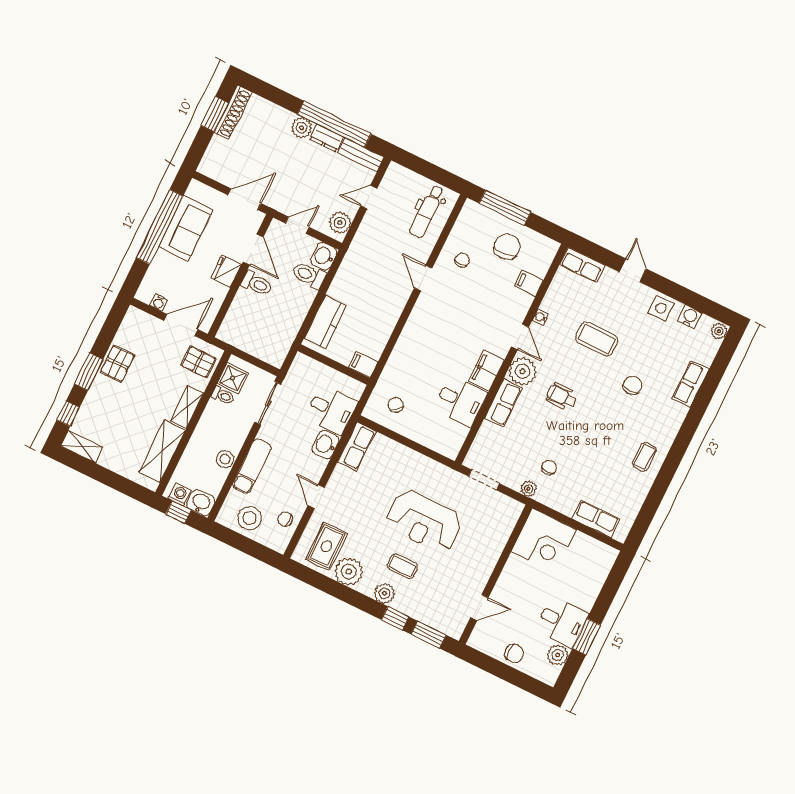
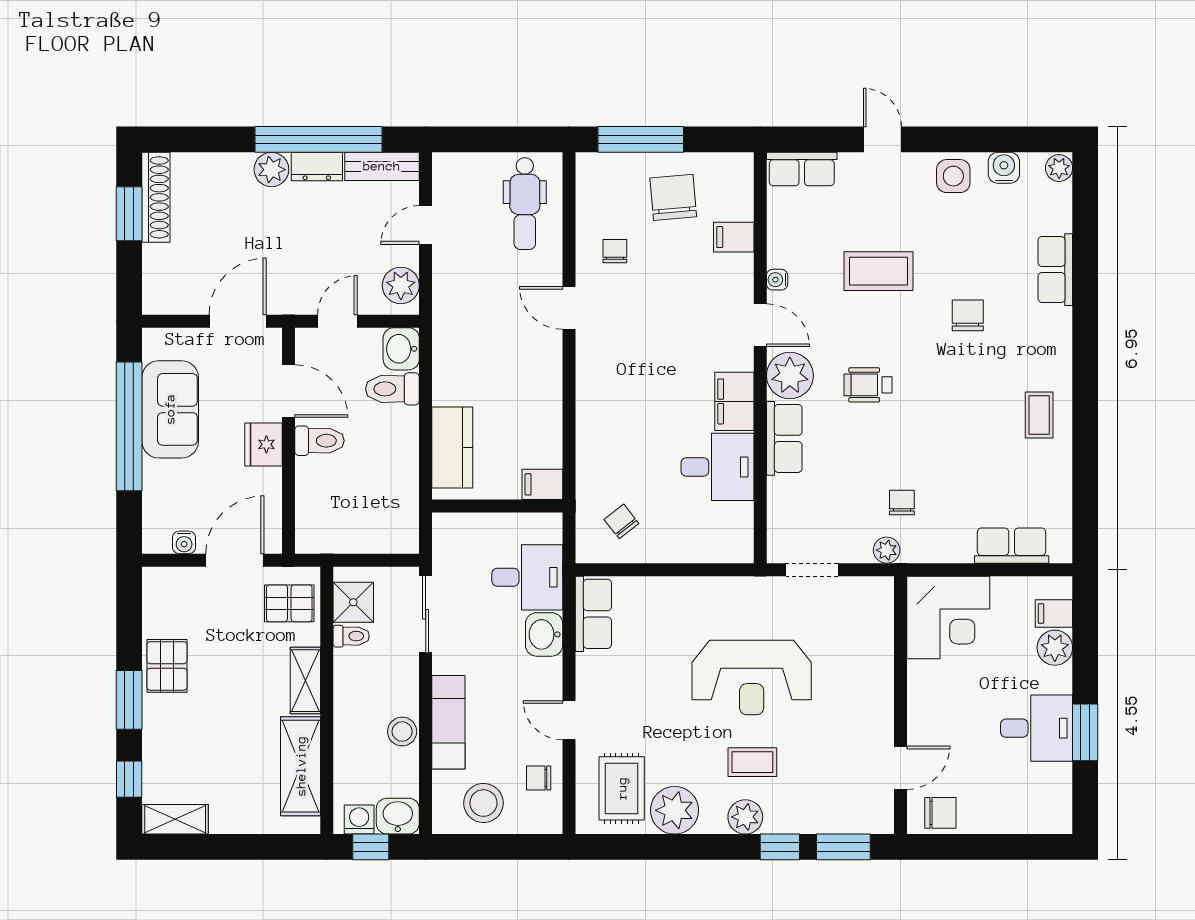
filing cabinet: (601, 566) -> (1054, 614), added
chair: (514, 653) -> (940, 813), moved
plant: (558, 655) -> (1055, 648), moved

